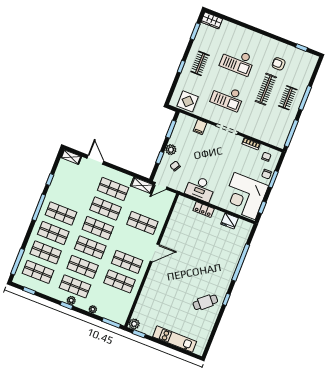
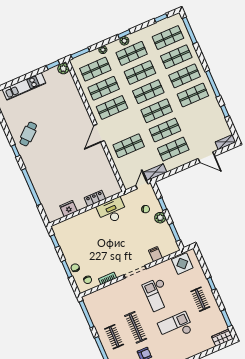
checkout: (227, 97) -> (157, 294), turned -90
corner desk: (245, 196) -> (75, 237), removed
shop shelf: (112, 301) -> (95, 69), added

